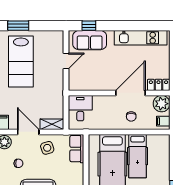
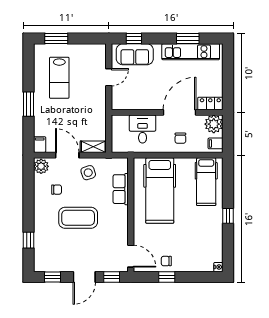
window: (138, 26) -> (188, 38), added
lab bench: (21, 61) -> (59, 78), width x0.73, depth x0.72
desk: (80, 108) -> (143, 129), moved
row of seats: (77, 149) -> (121, 189), moved
hospital bed: (138, 156) -> (206, 182), moved

